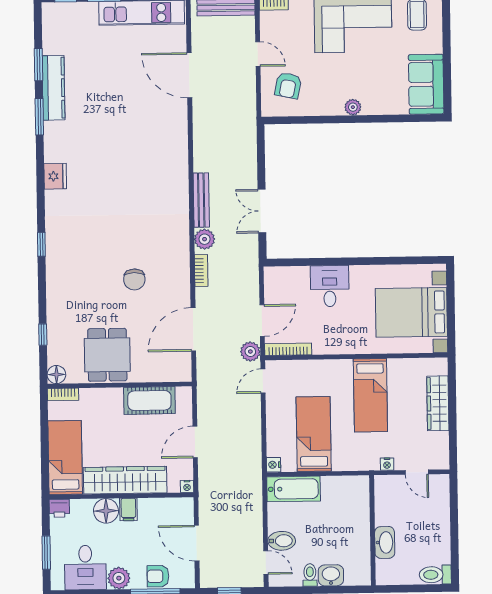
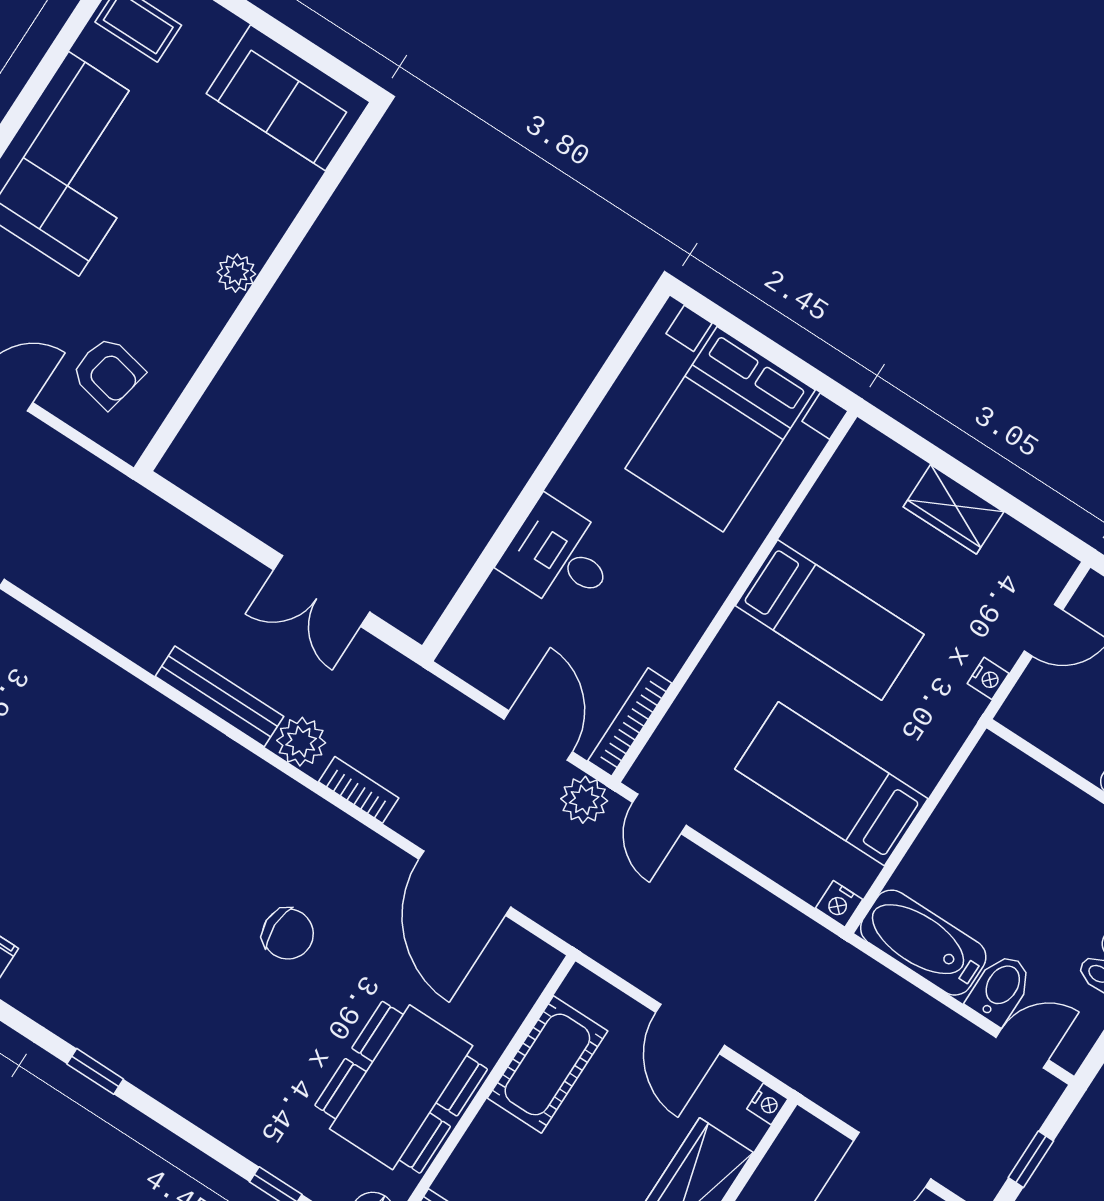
dining table: (107, 355) -> (401, 1087), width x1.38
wardrobe: (438, 403) -> (953, 509), width x0.67
bathtub: (294, 489) -> (923, 943), moved, turned -90

